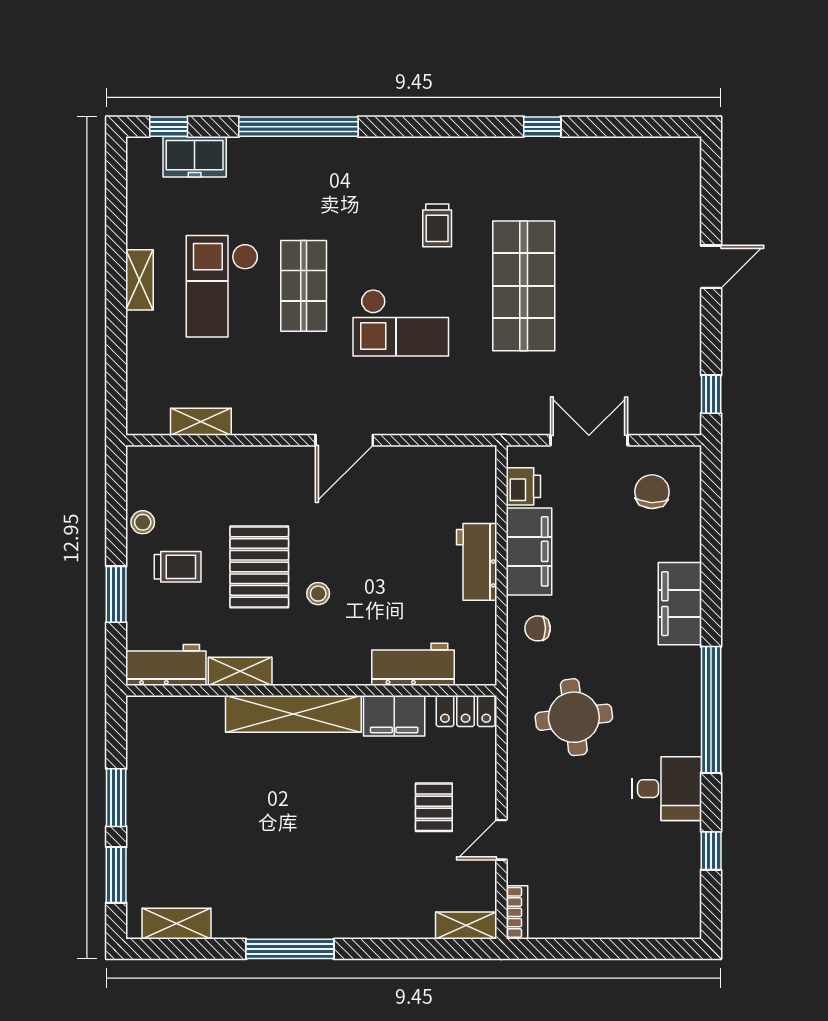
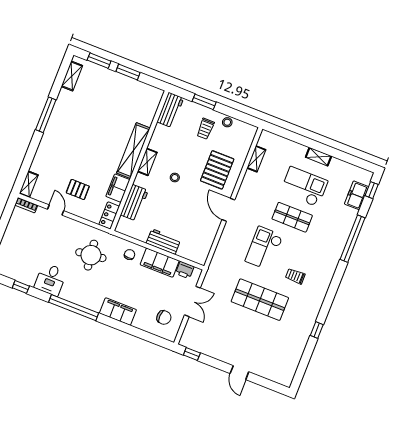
pallet: (259, 567) -> (217, 170), moved, turned 90
shelving: (240, 671) -> (147, 162), moved

